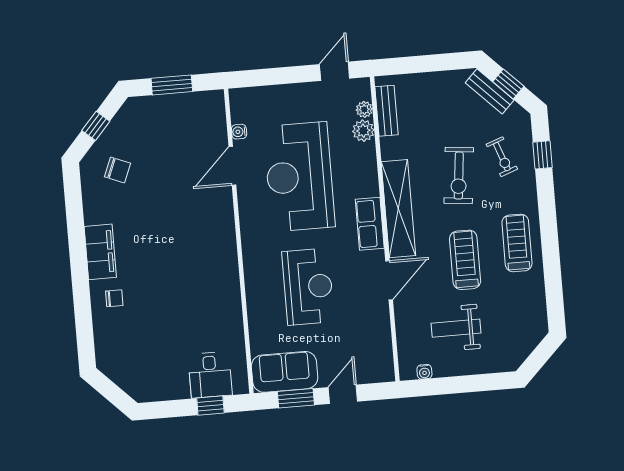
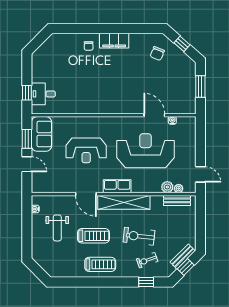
weight bench: (456, 328) -> (57, 228), turned 180

